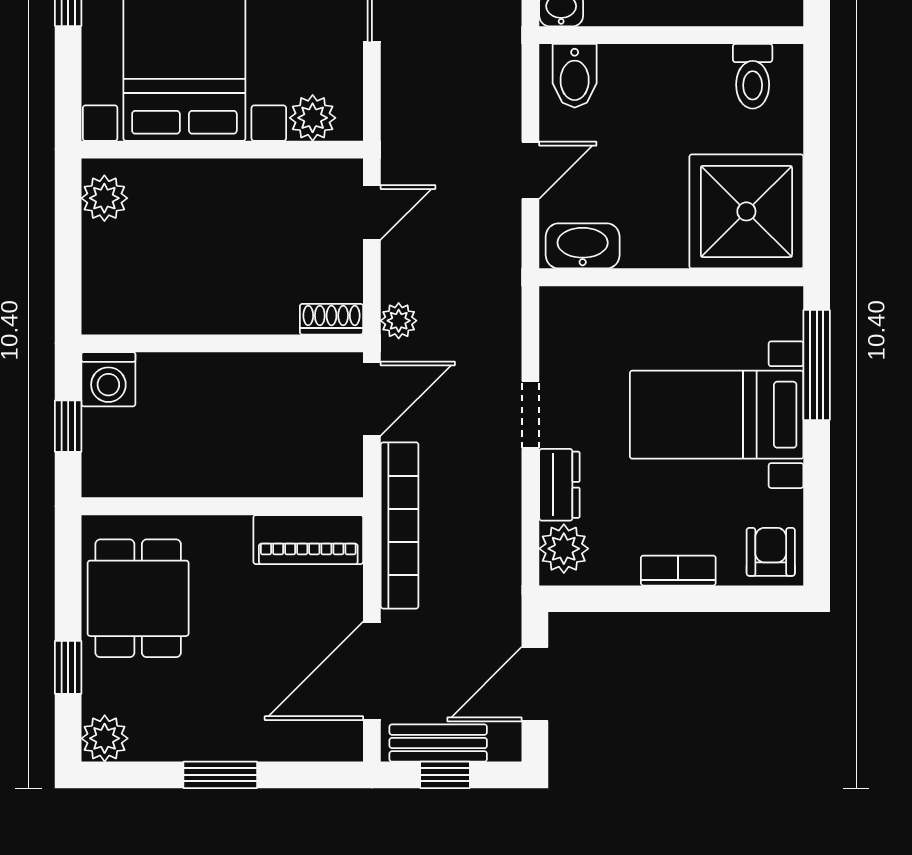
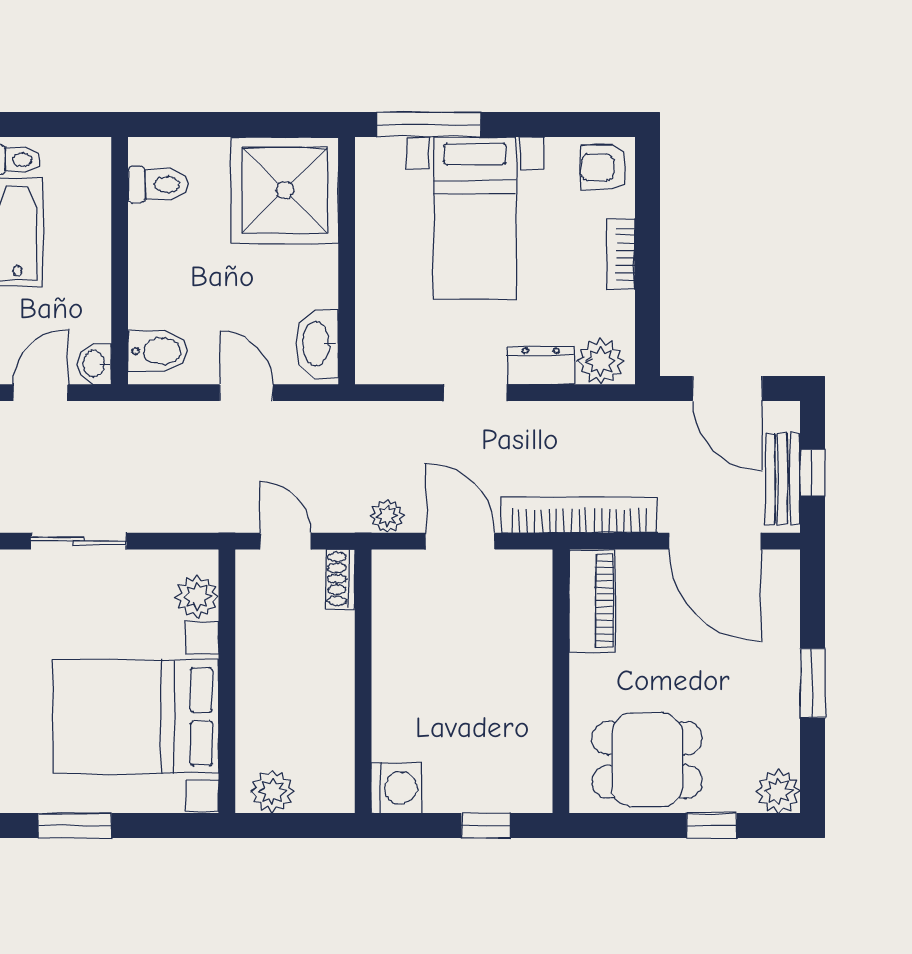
shoe rack: (331, 319) -> (340, 579), moved
wall: (222, 343) -> (363, 681), moved
washing machine: (108, 379) -> (397, 788), moved

